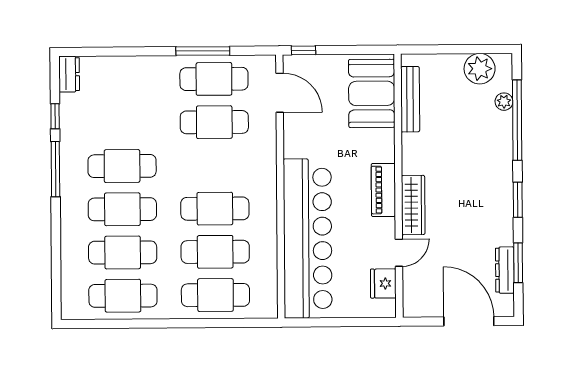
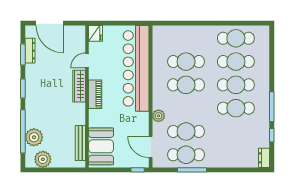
plant: (504, 102) -> (34, 137), width x1.87, depth x1.87
plant: (265, 151) -> (159, 116), added
fridge: (383, 283) -> (96, 33), moved
cafe table: (215, 295) -> (186, 38), removed

